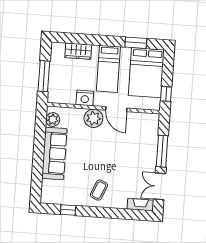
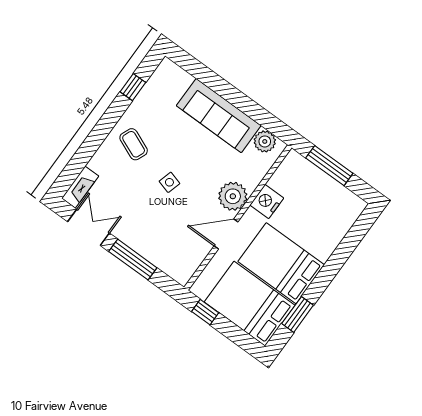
wardrobe: (78, 51) -> (334, 232), removed
bed: (108, 69) -> (281, 263), width x1.50
side table: (107, 158) -> (169, 182), added

